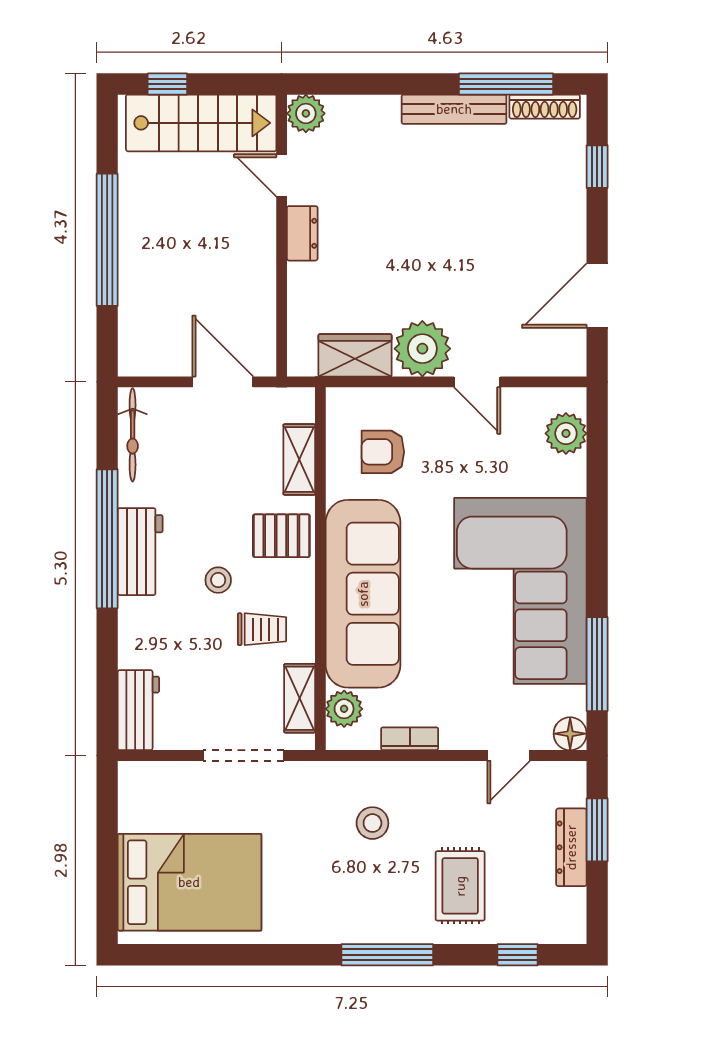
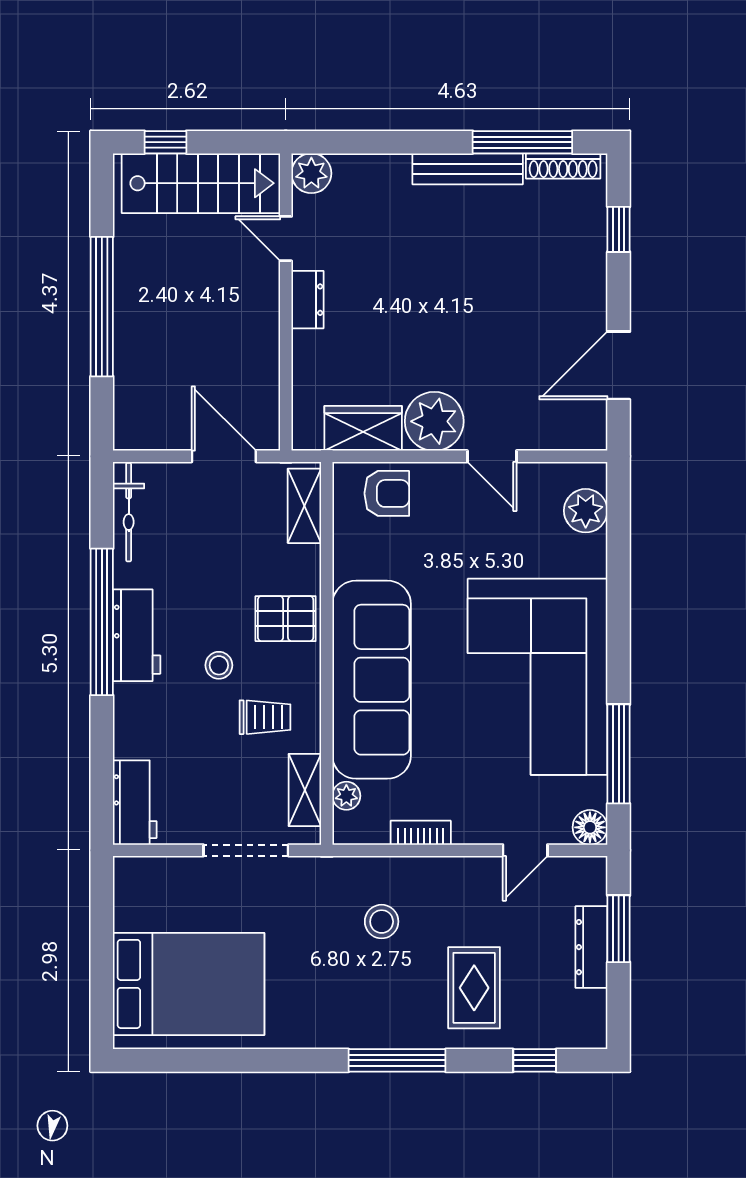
armchair: (383, 452) -> (387, 493), moved, turned 180
shelving: (299, 460) -> (304, 506), moved
plant: (344, 709) -> (346, 796), width x0.73, depth x0.73

